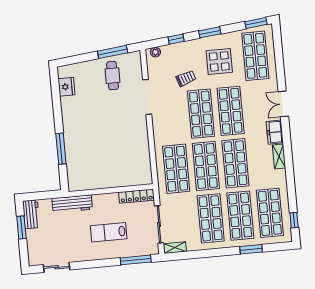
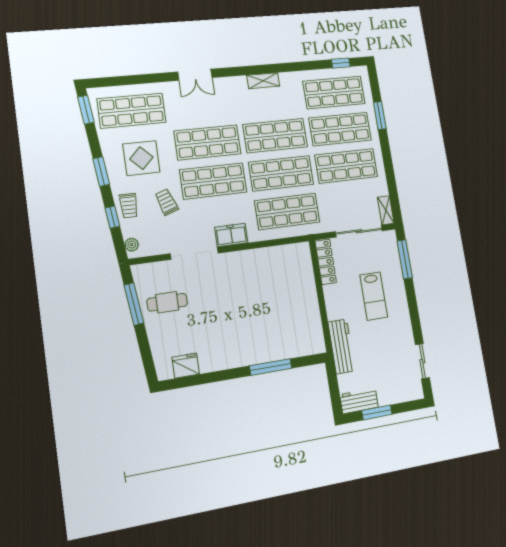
trolley: (184, 51) -> (129, 206), added
freezer: (275, 132) -> (231, 235), moved, turned 180

